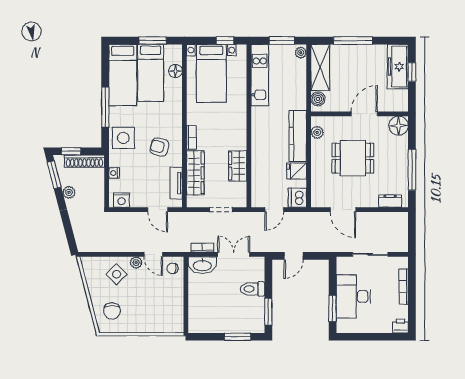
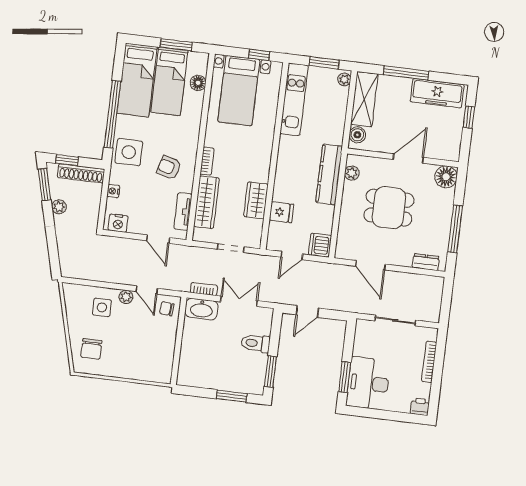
freezer: (398, 67) -> (437, 93), moved, turned -90
window: (105, 107) -> (112, 114), width x1.46
fridge: (297, 171) -> (281, 212), moved, turned 180
side table: (117, 274) -> (102, 307), turned 45
desk: (353, 296) -> (368, 383), moved

